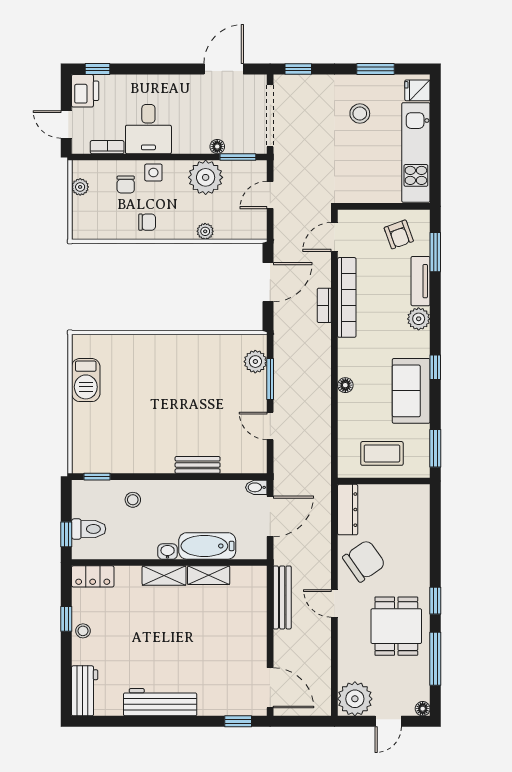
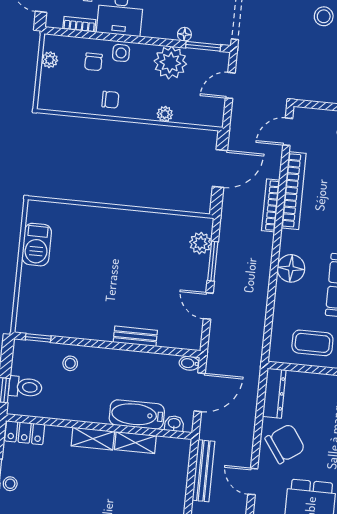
bookcase: (324, 305) -> (271, 205), width x1.56
floor lamp: (345, 385) -> (291, 268), width x1.89, depth x1.89
washbasin: (168, 552) -> (174, 424), moved

